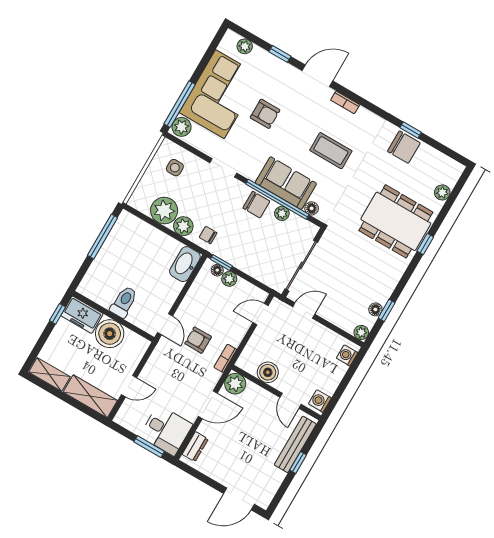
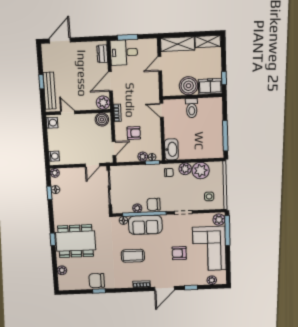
armchair: (198, 340) -> (134, 133), moved
boiler: (268, 372) -> (102, 120), moved

